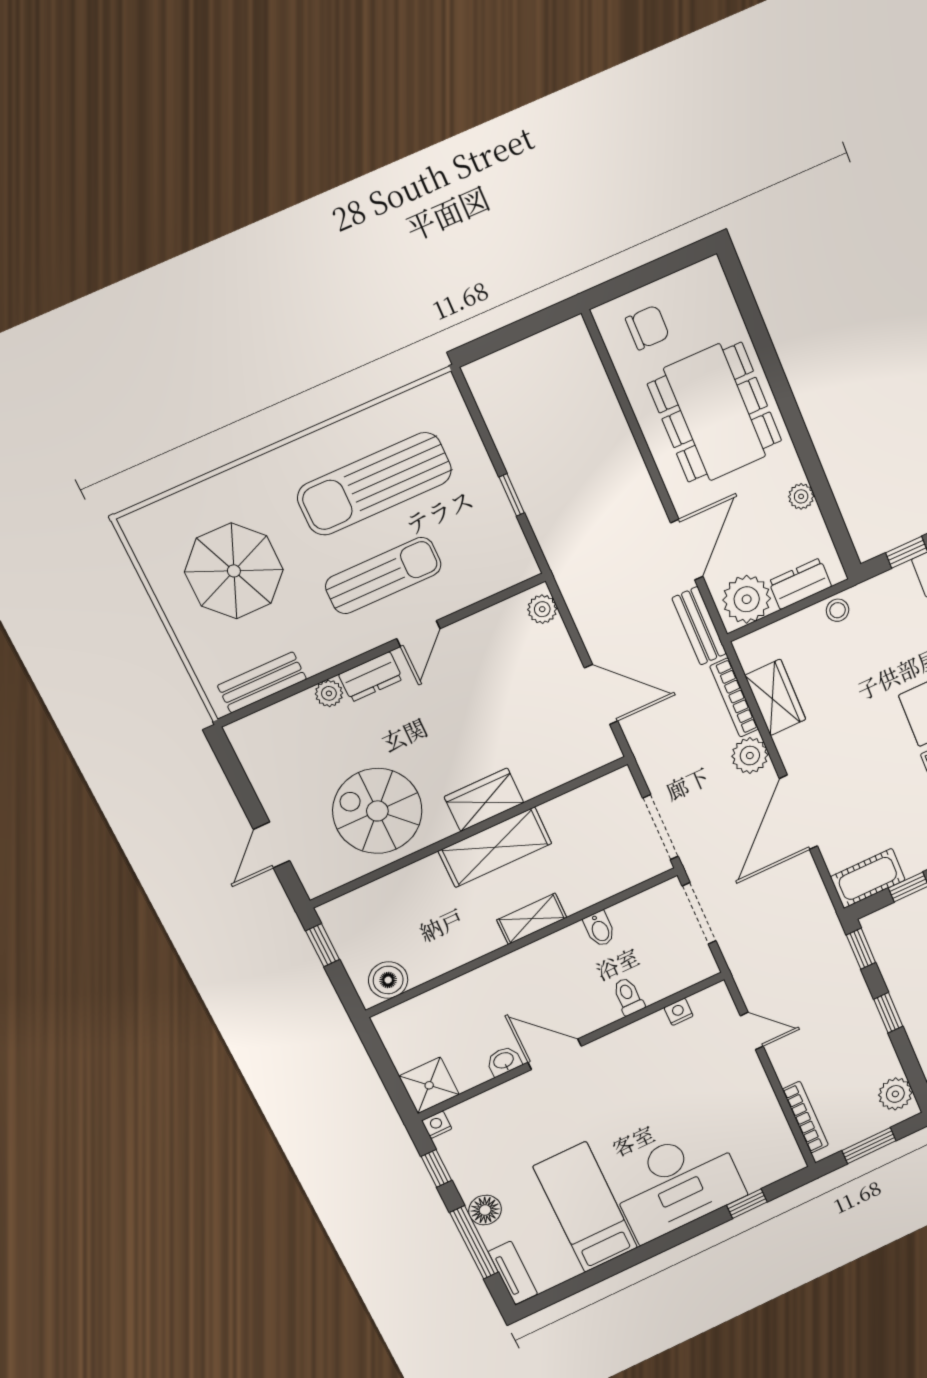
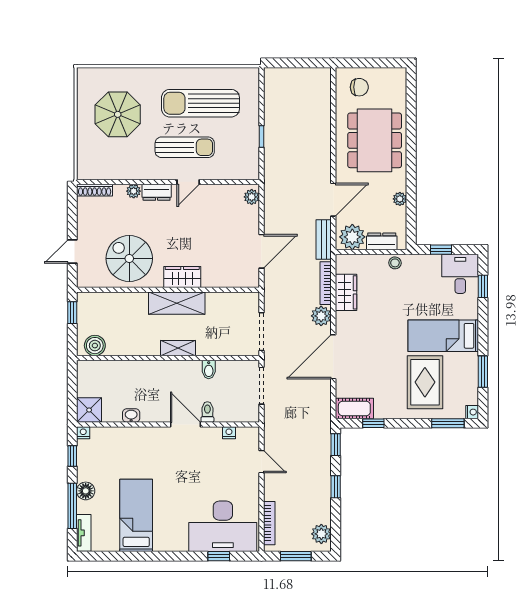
bench: (262, 682) -> (105, 172), removed
door: (601, 695) -> (261, 251), hinge flipped
shoe rack: (259, 723) -> (95, 190), added
door: (555, 1054) -> (185, 425), moved
desk: (677, 1184) -> (223, 526), moved

